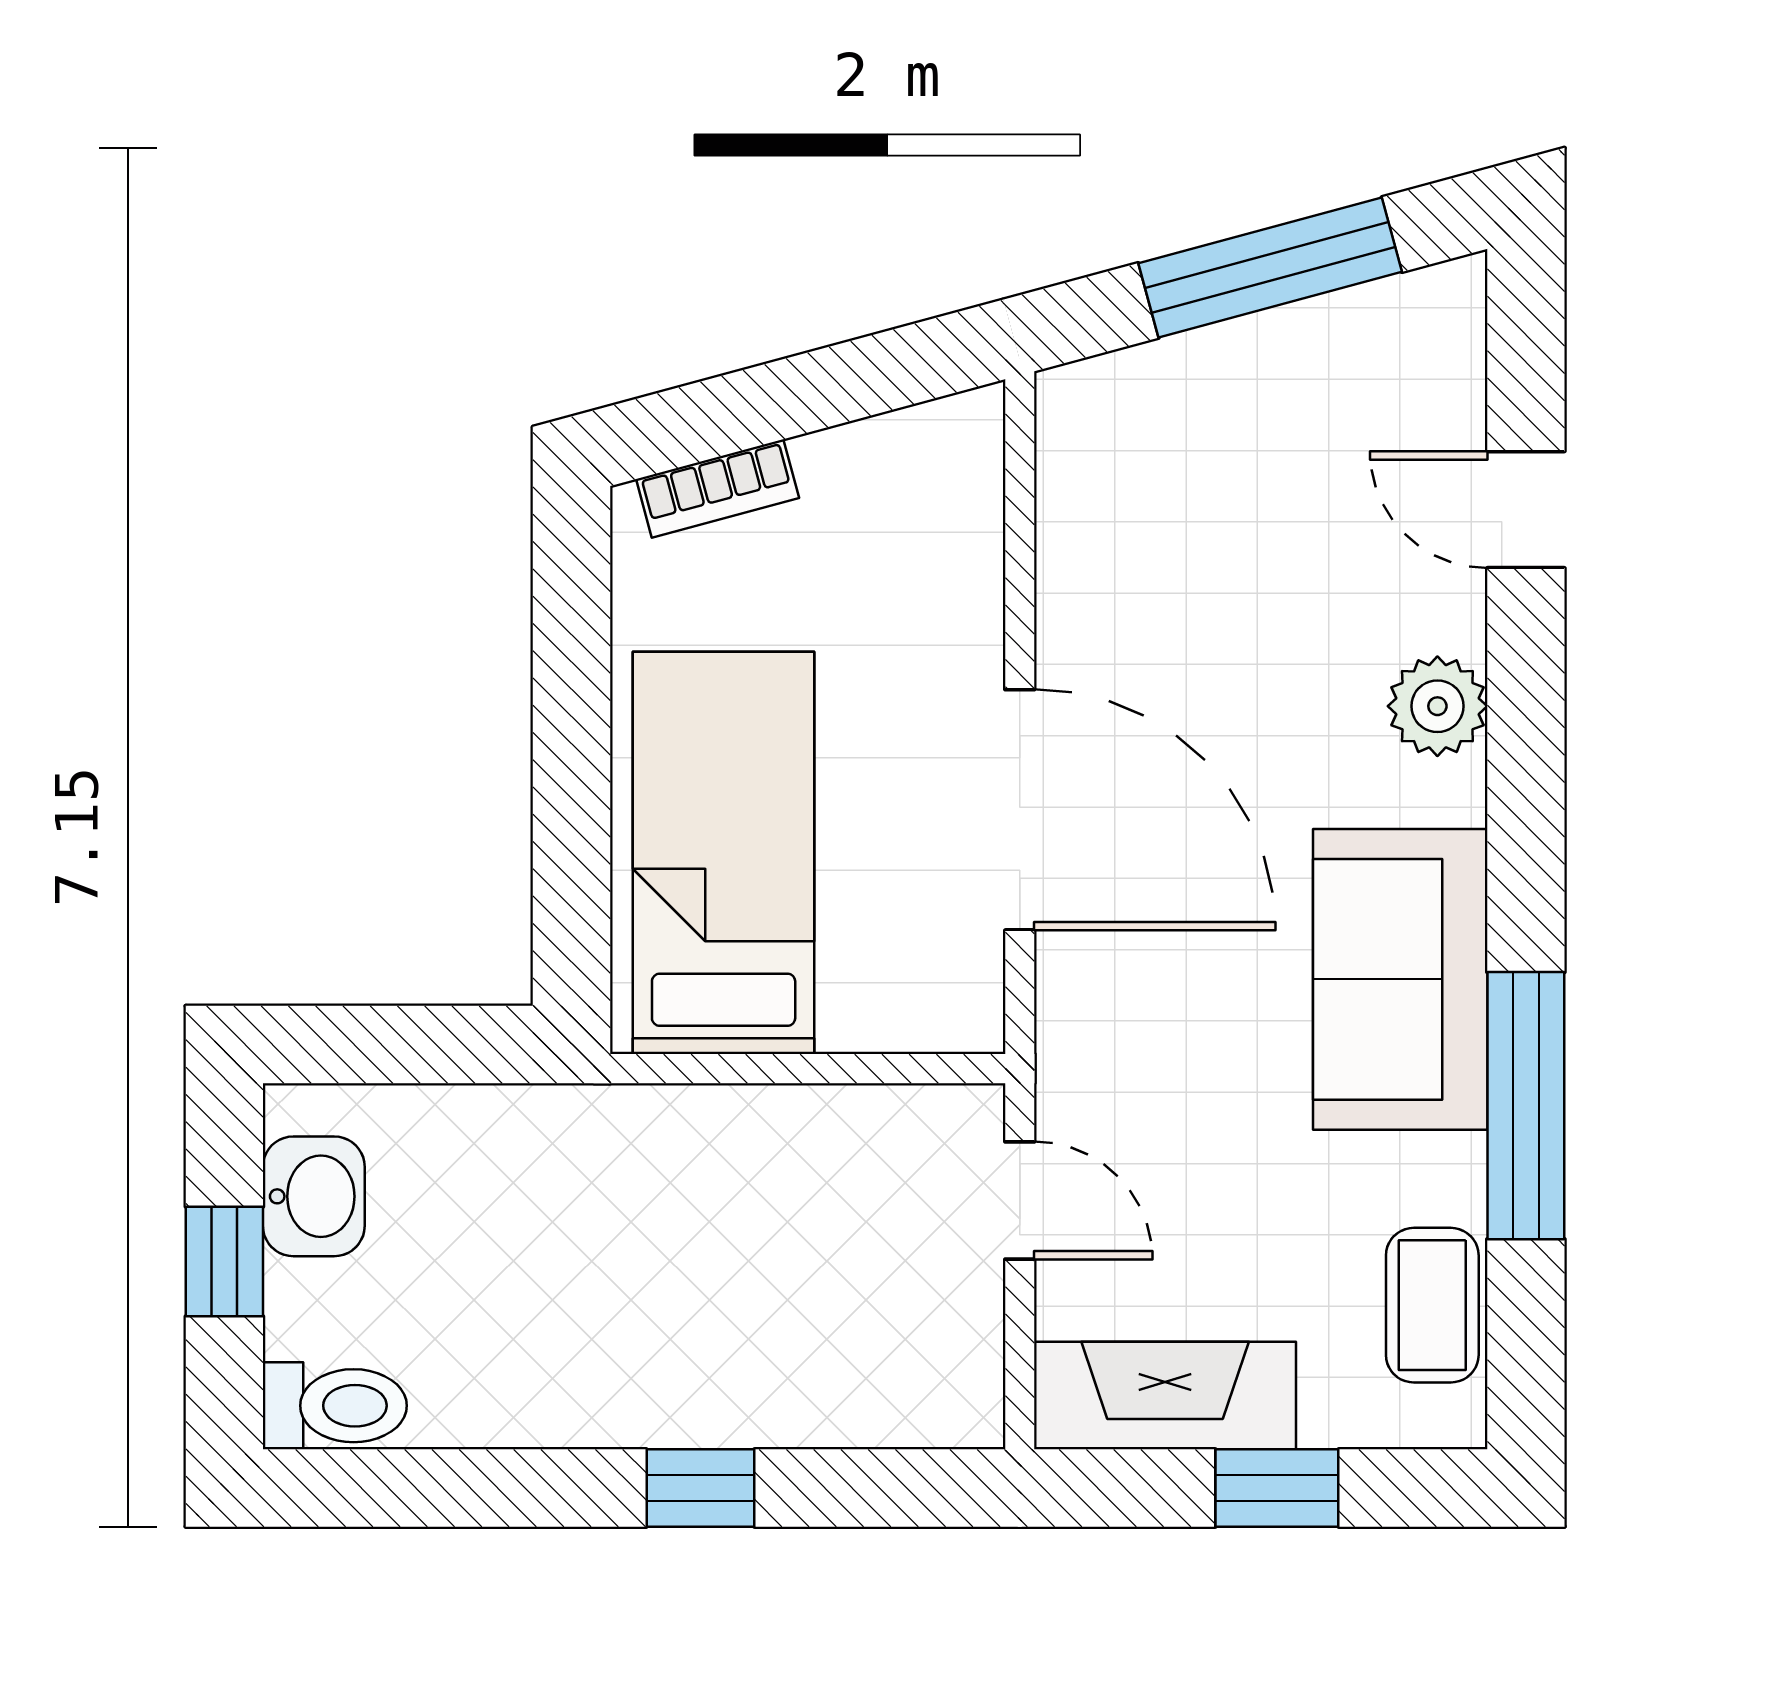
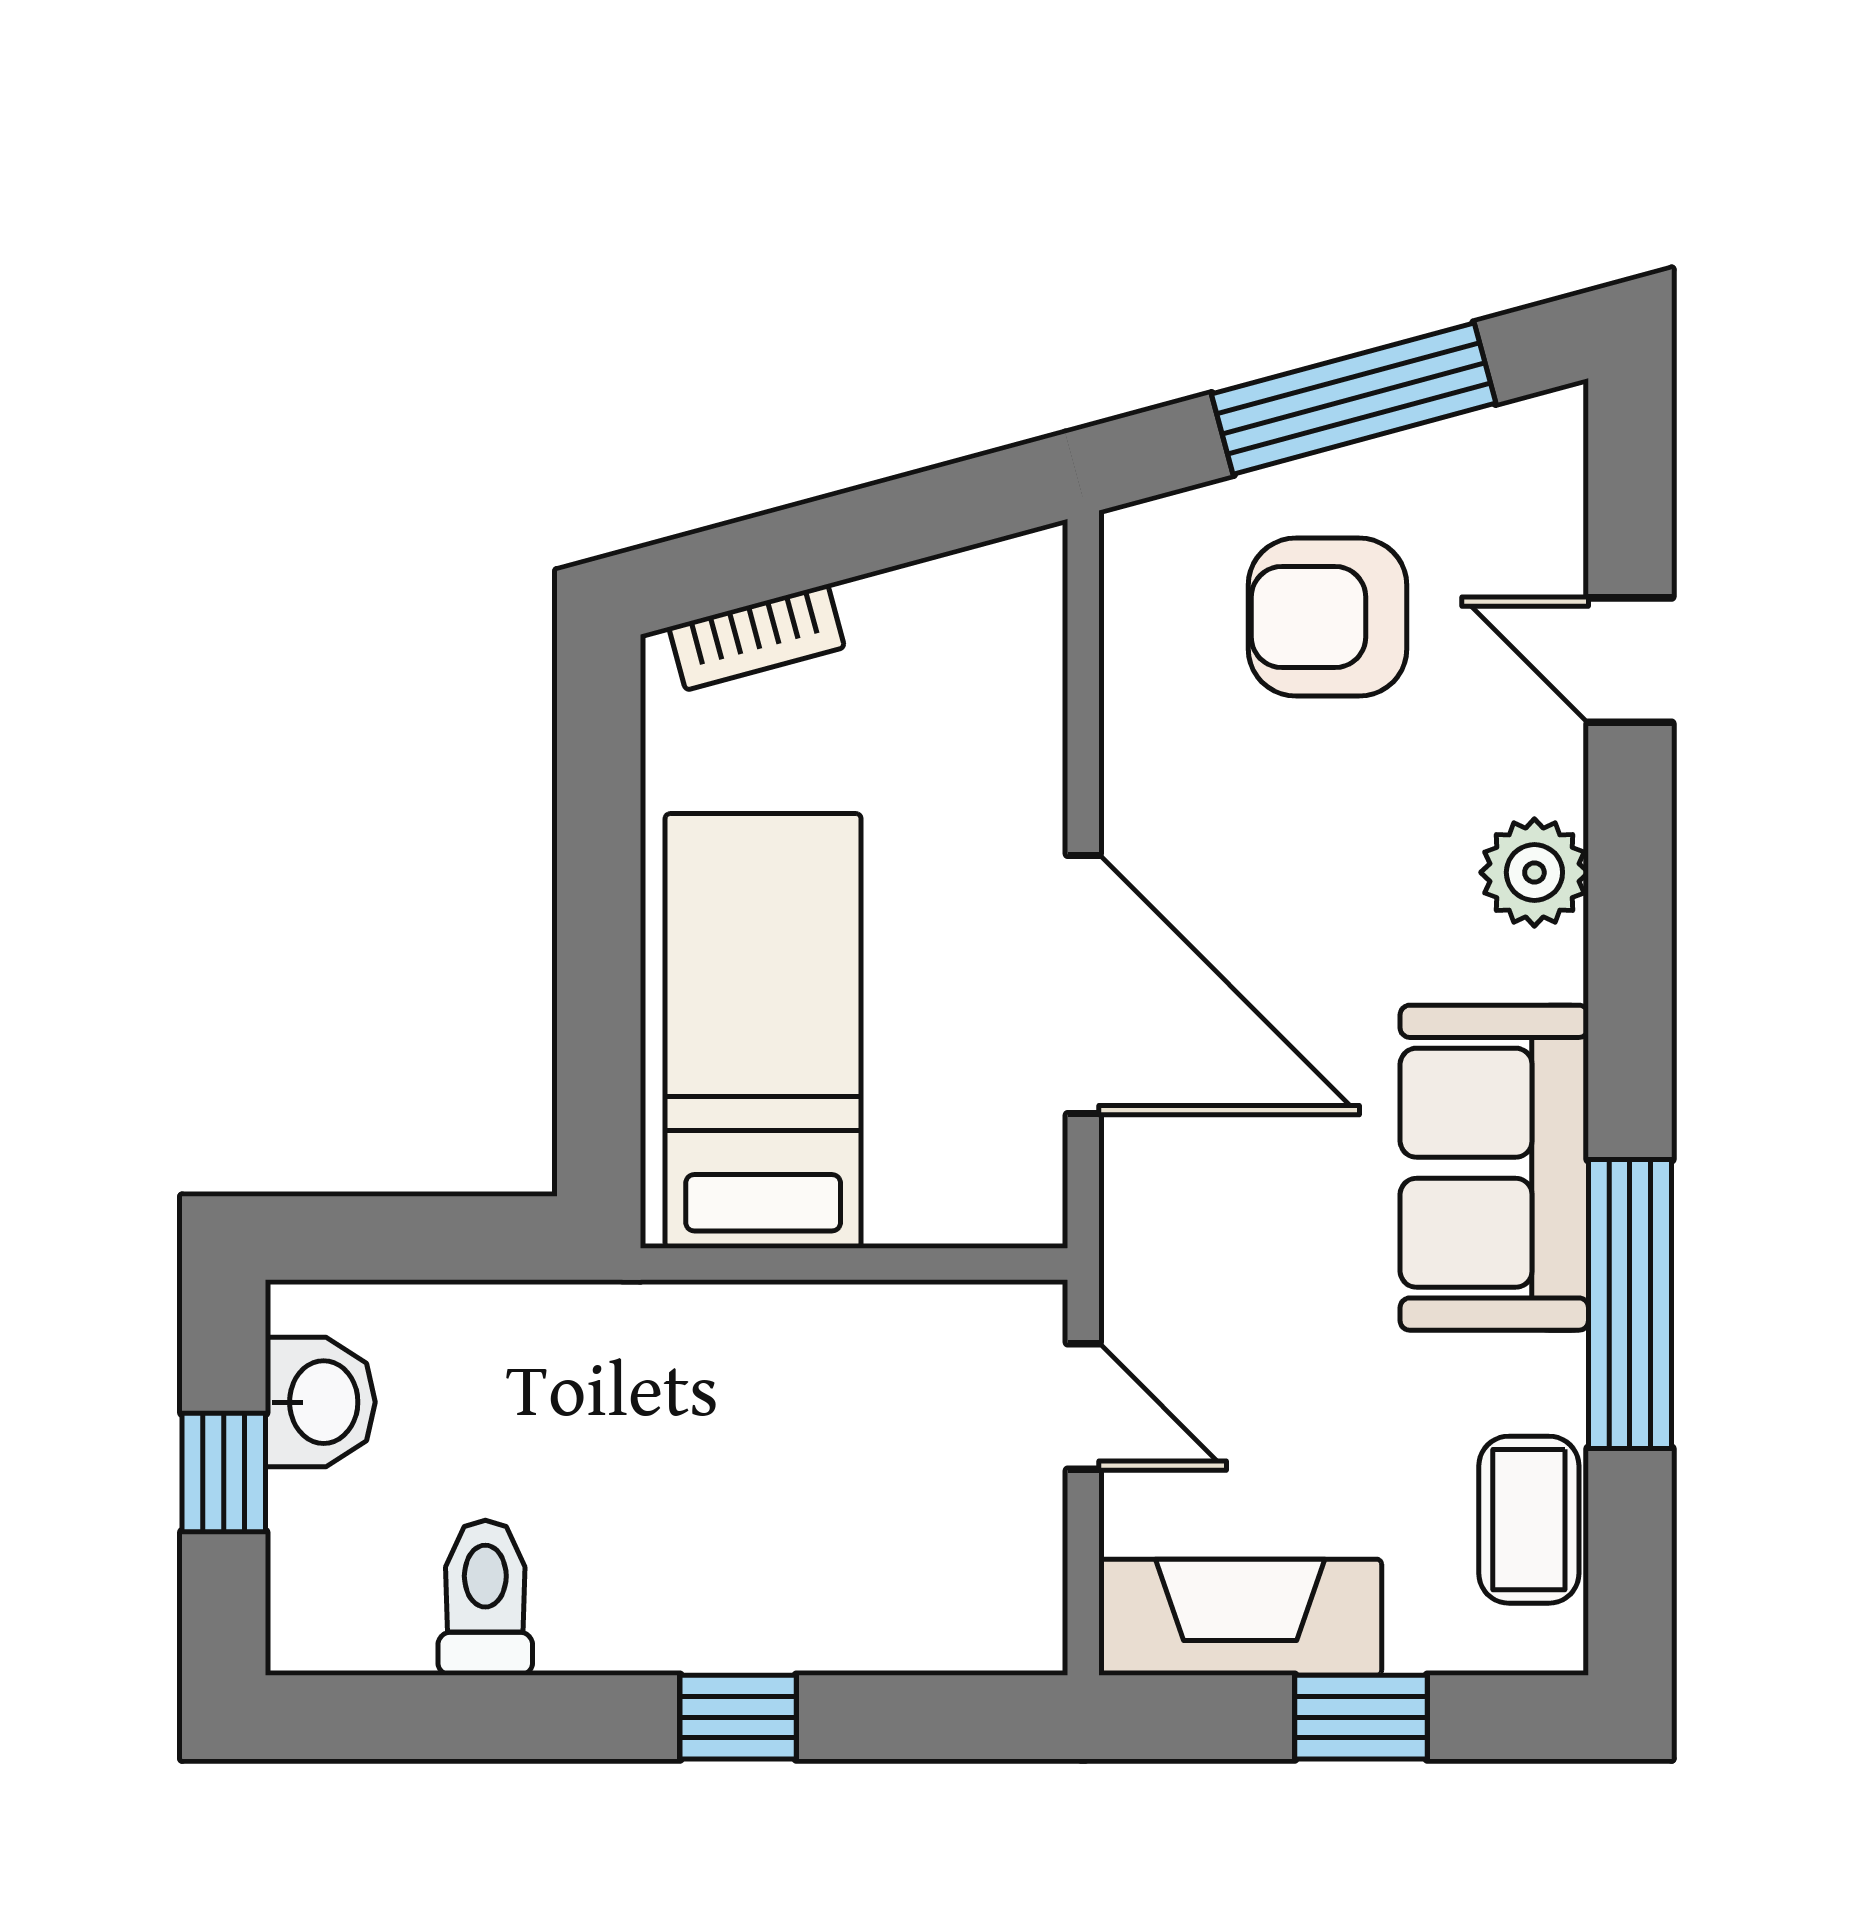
armchair: (1246, 470) -> (1328, 617), added
toilet: (335, 1406) -> (485, 1598), moved, turned -90

